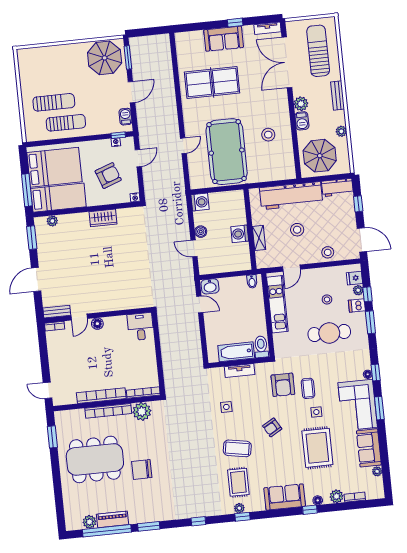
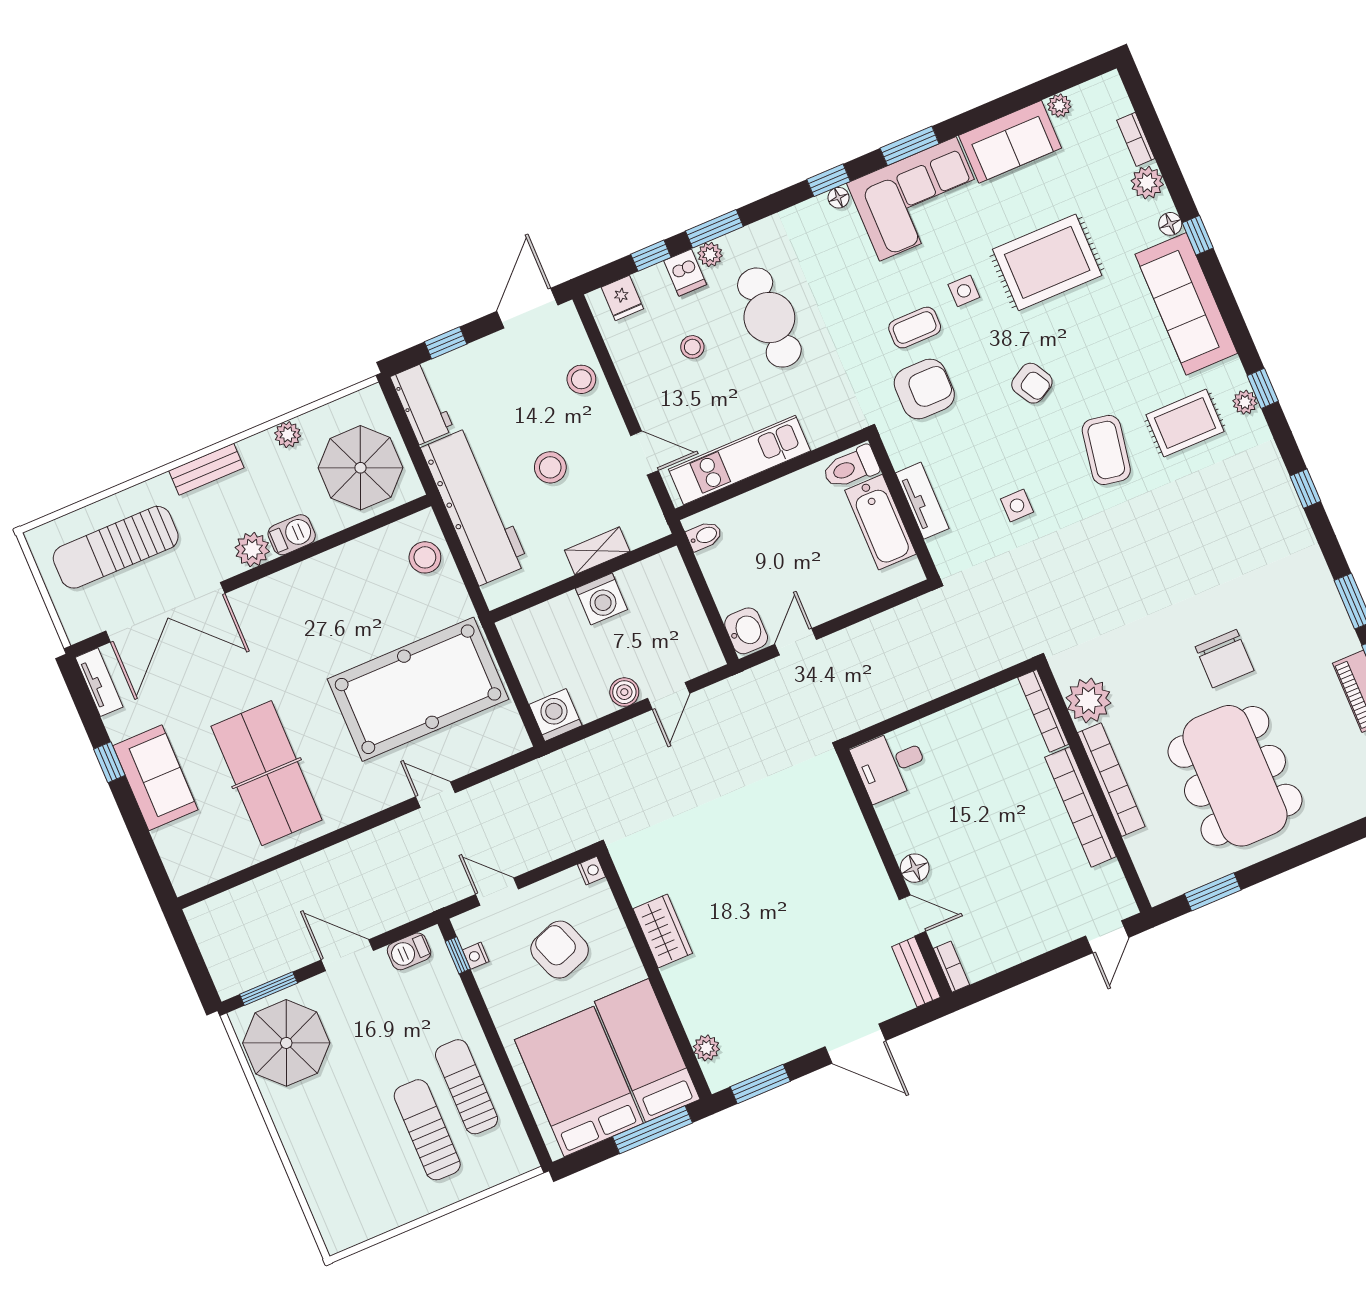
stool: (268, 135) -> (425, 557), moved
plant: (358, 290) -> (710, 254), moved
sofa: (285, 497) -> (1186, 304), width x1.36

